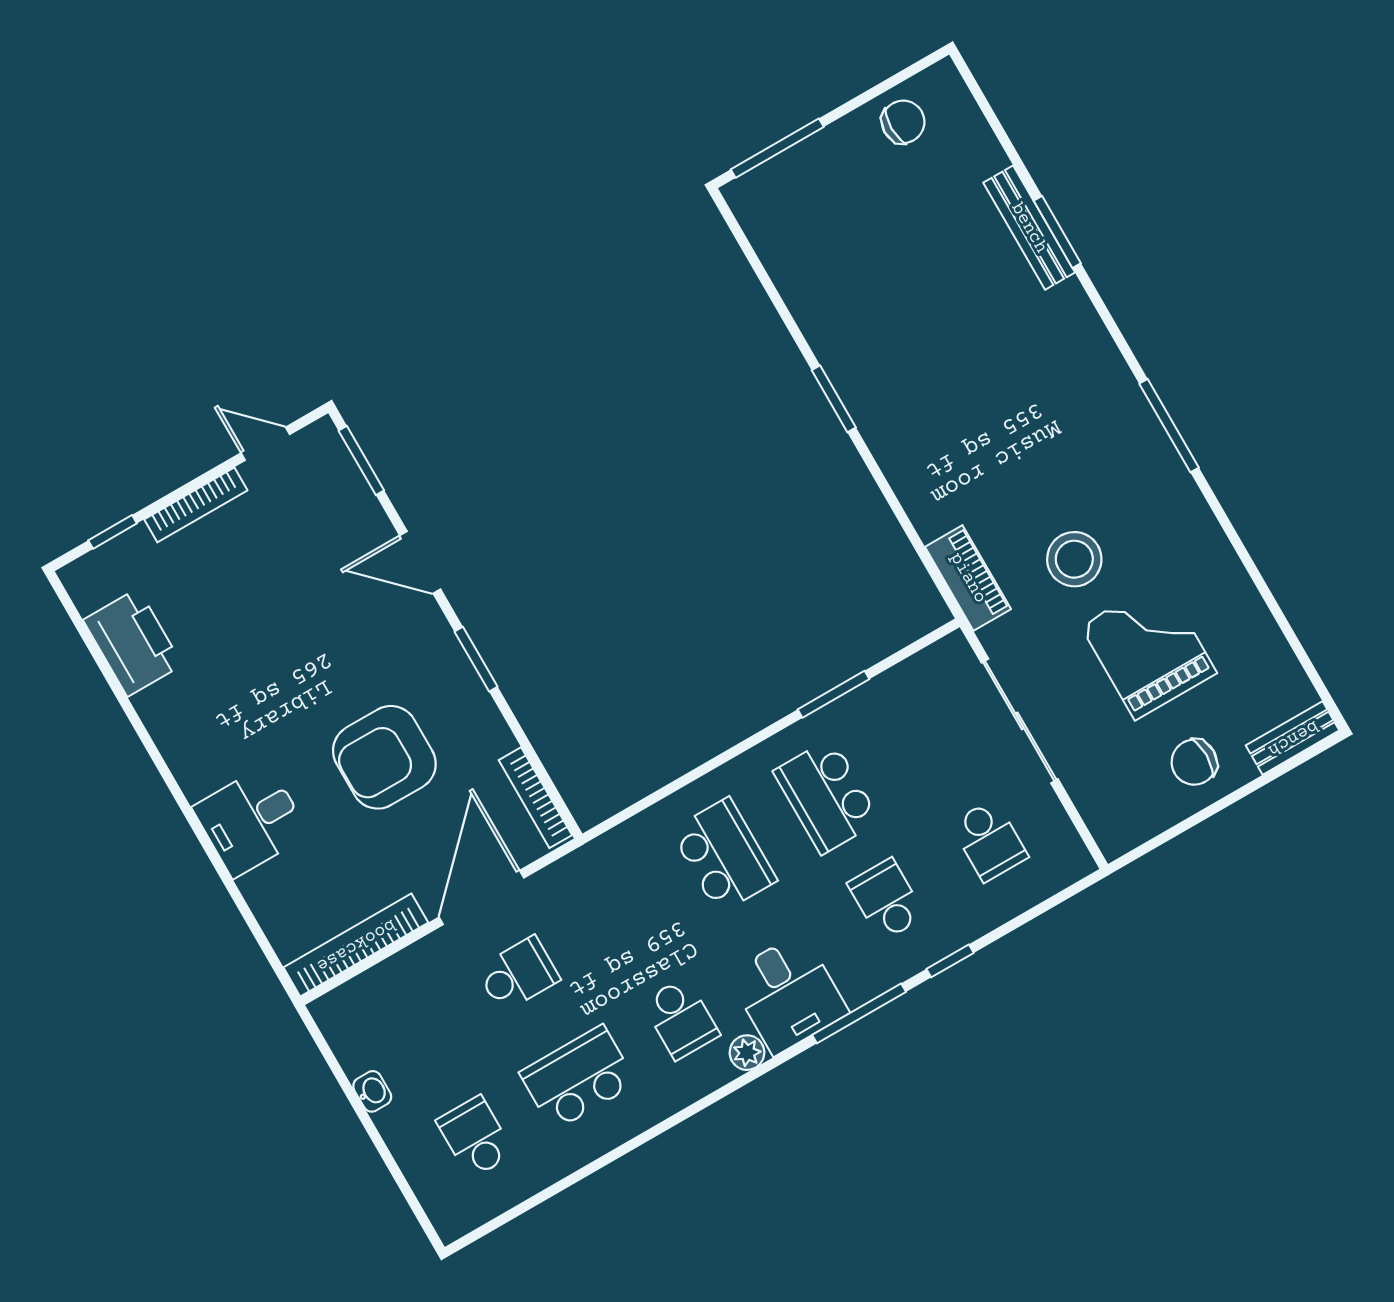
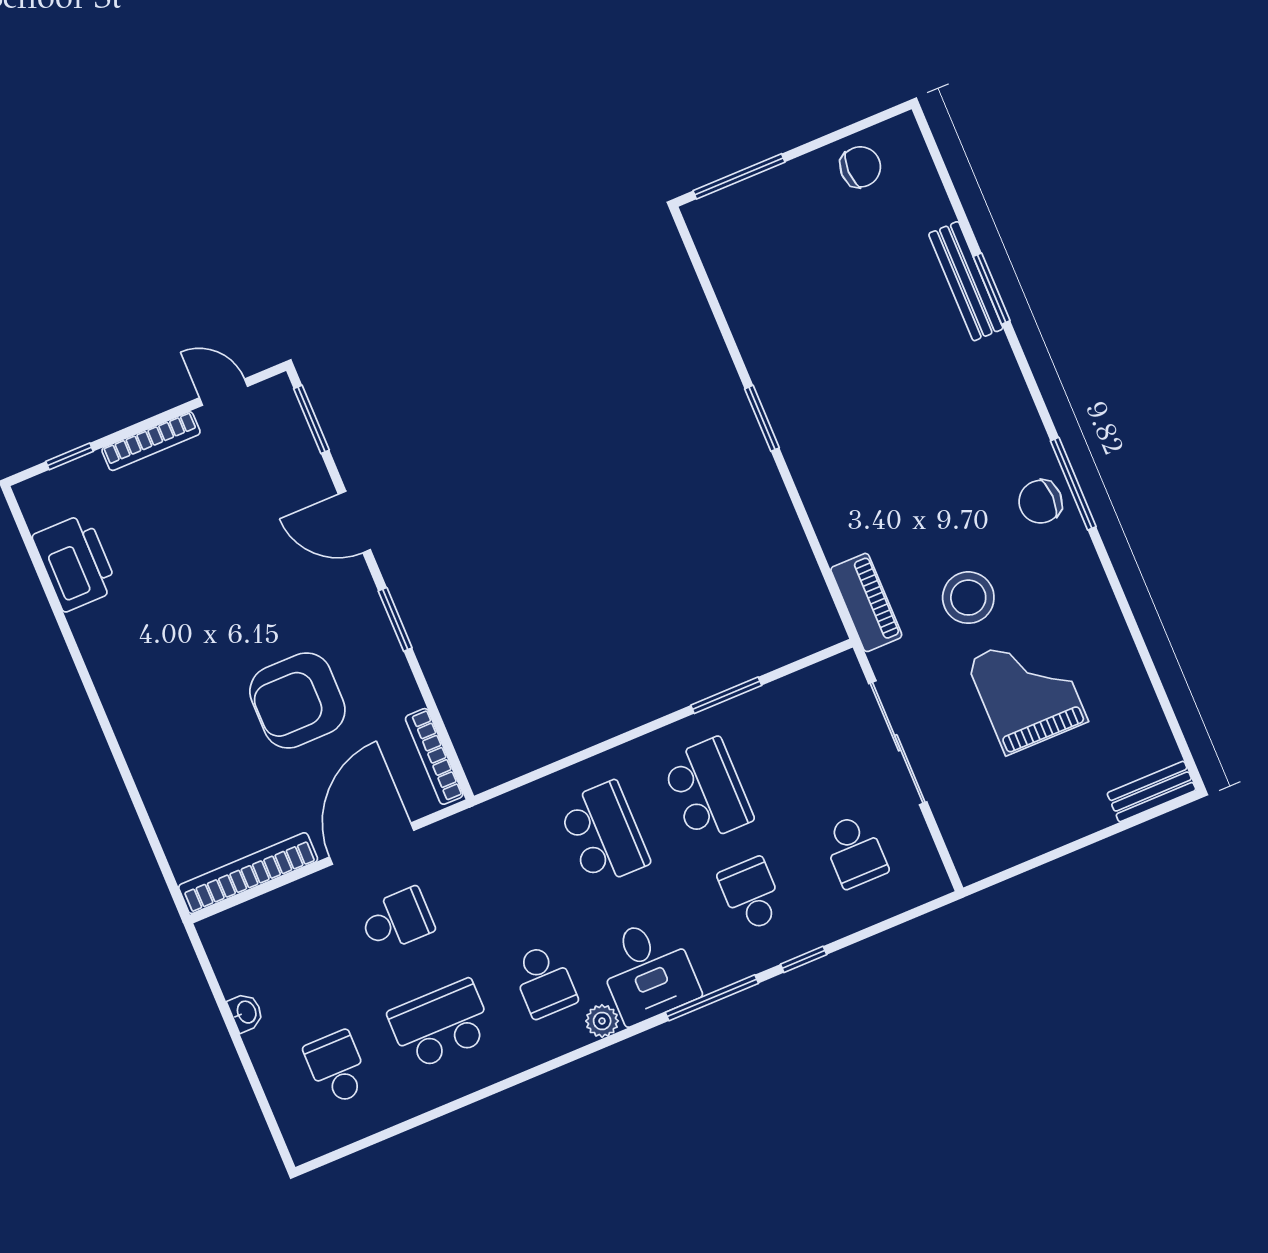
chair: (1194, 762) -> (1040, 502), moved
school desk: (827, 796) -> (708, 790), turned 180
desk: (251, 821) -> (165, 744), removed

